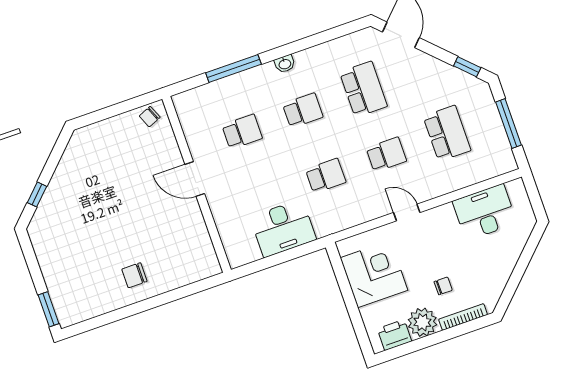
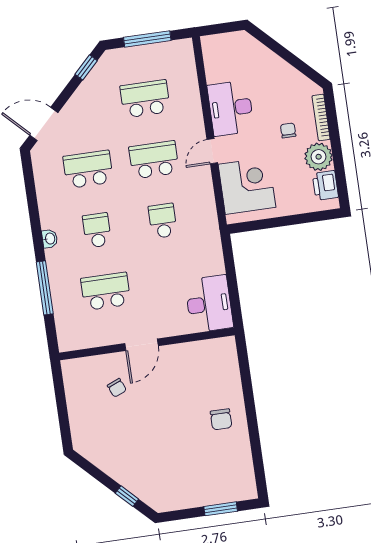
chair: (150, 117) -> (117, 388), moved
school desk: (242, 132) -> (106, 291), width x1.85
school desk: (386, 155) -> (154, 160), width x1.85
desk: (485, 212) -> (231, 108), moved
desk: (283, 228) -> (209, 304), moved
corner desk: (374, 274) -> (247, 186), moved, turned 90
window: (49, 309) -> (221, 509), moved

